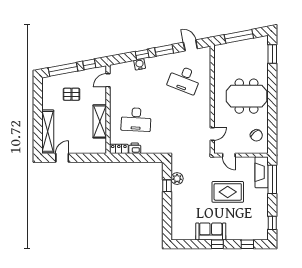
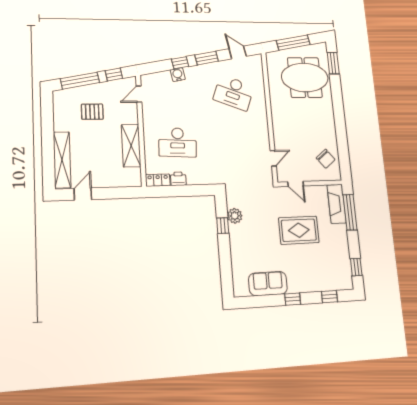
meeting table: (246, 96) -> (305, 77), moved
sofa: (211, 231) -> (268, 284), moved

